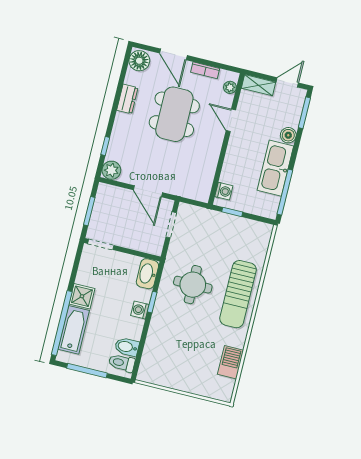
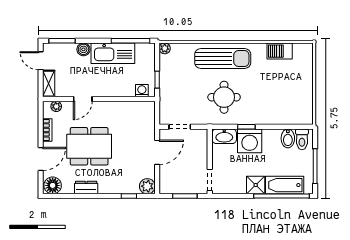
plant: (266, 230) -> (165, 48), added
washing machine: (140, 310) -> (250, 141), width x1.89, depth x1.89

